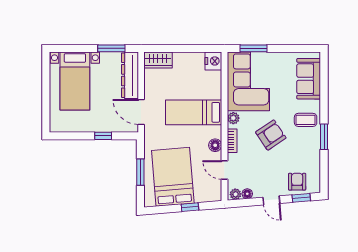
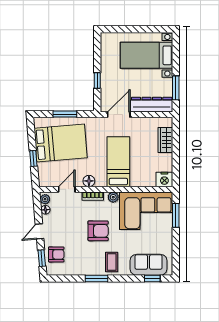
wardrobe: (158, 60) -> (165, 140), moved
window: (324, 74) -> (152, 279), added
armchair: (271, 135) -> (98, 231), turned -56

